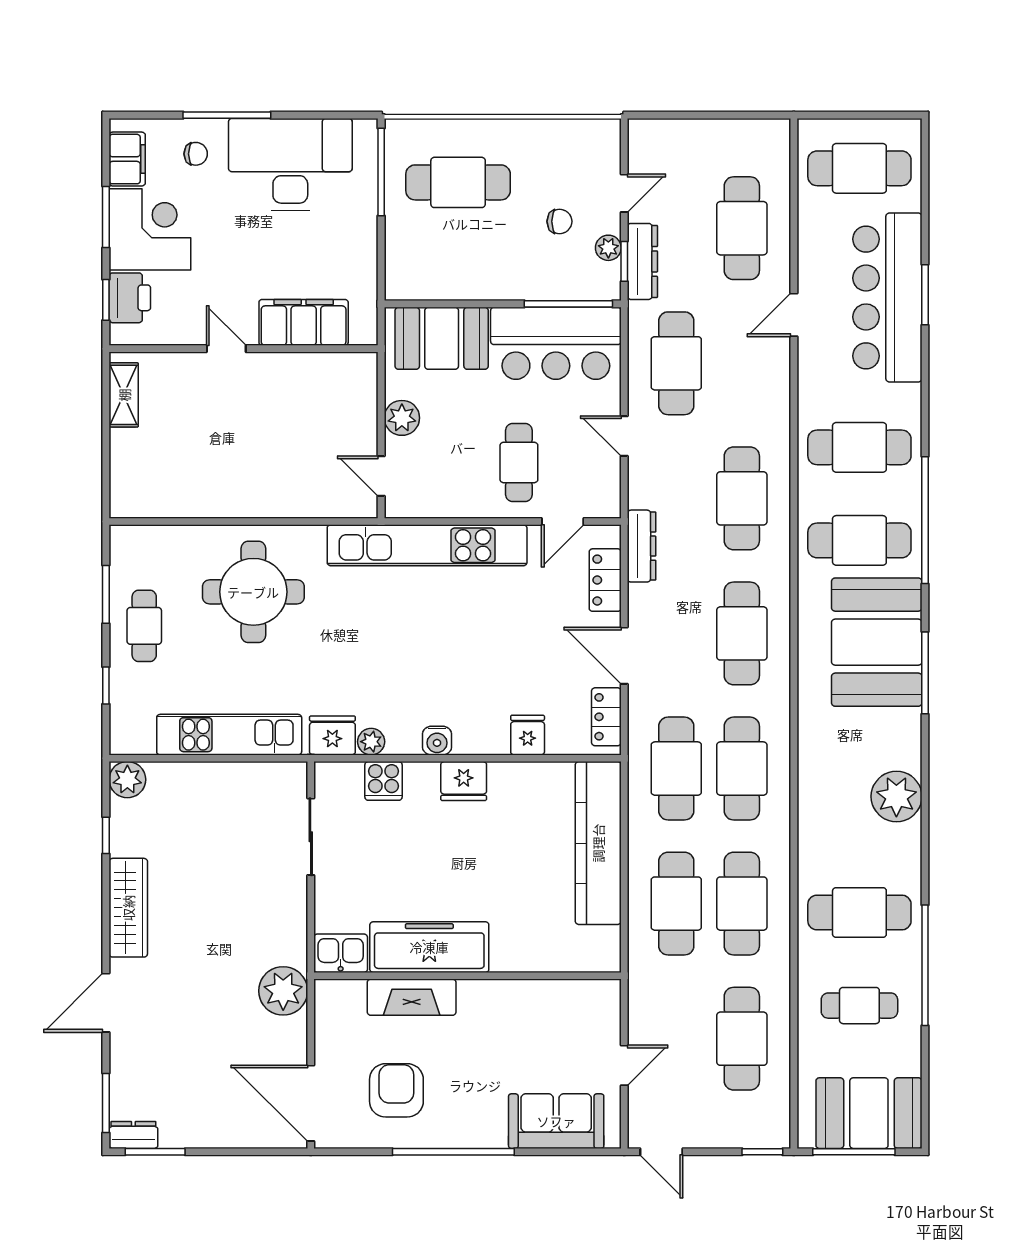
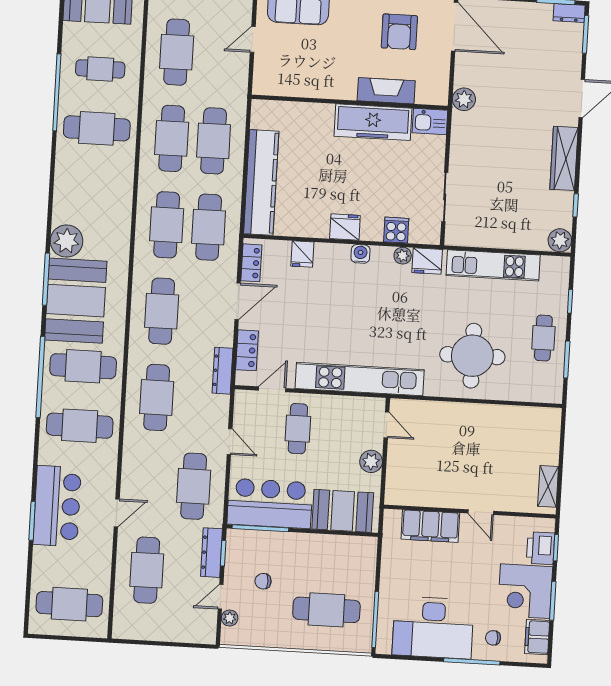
plant: (608, 248) -> (230, 618), moved
bar counter: (887, 297) -> (57, 506), width x0.73
door: (624, 656) -> (238, 301), hinge flipped
plant: (896, 796) -> (67, 241), moved
plant: (283, 991) -> (464, 99), width x0.73, depth x0.73

